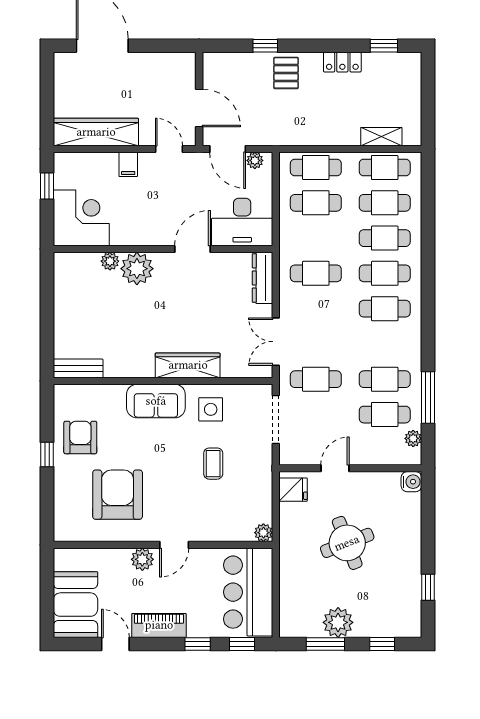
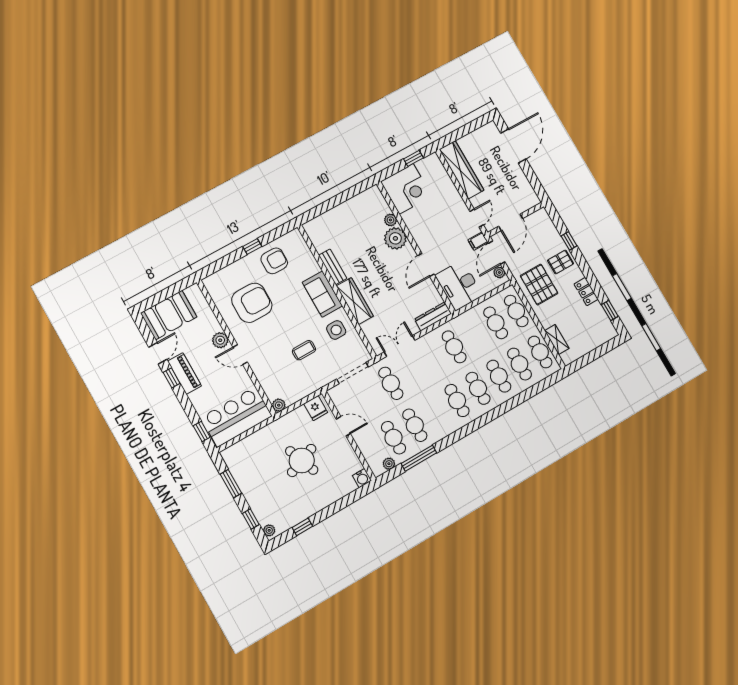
pallet: (299, 118) -> (539, 285), added
filing cabinet: (128, 164) -> (478, 241), moved
door: (192, 249) -> (426, 265), swing flipped
bench: (78, 368) -> (333, 267), moved
plant: (338, 622) -> (269, 530), moved, width x0.53, depth x0.53
window: (198, 644) -> (172, 378), moved

